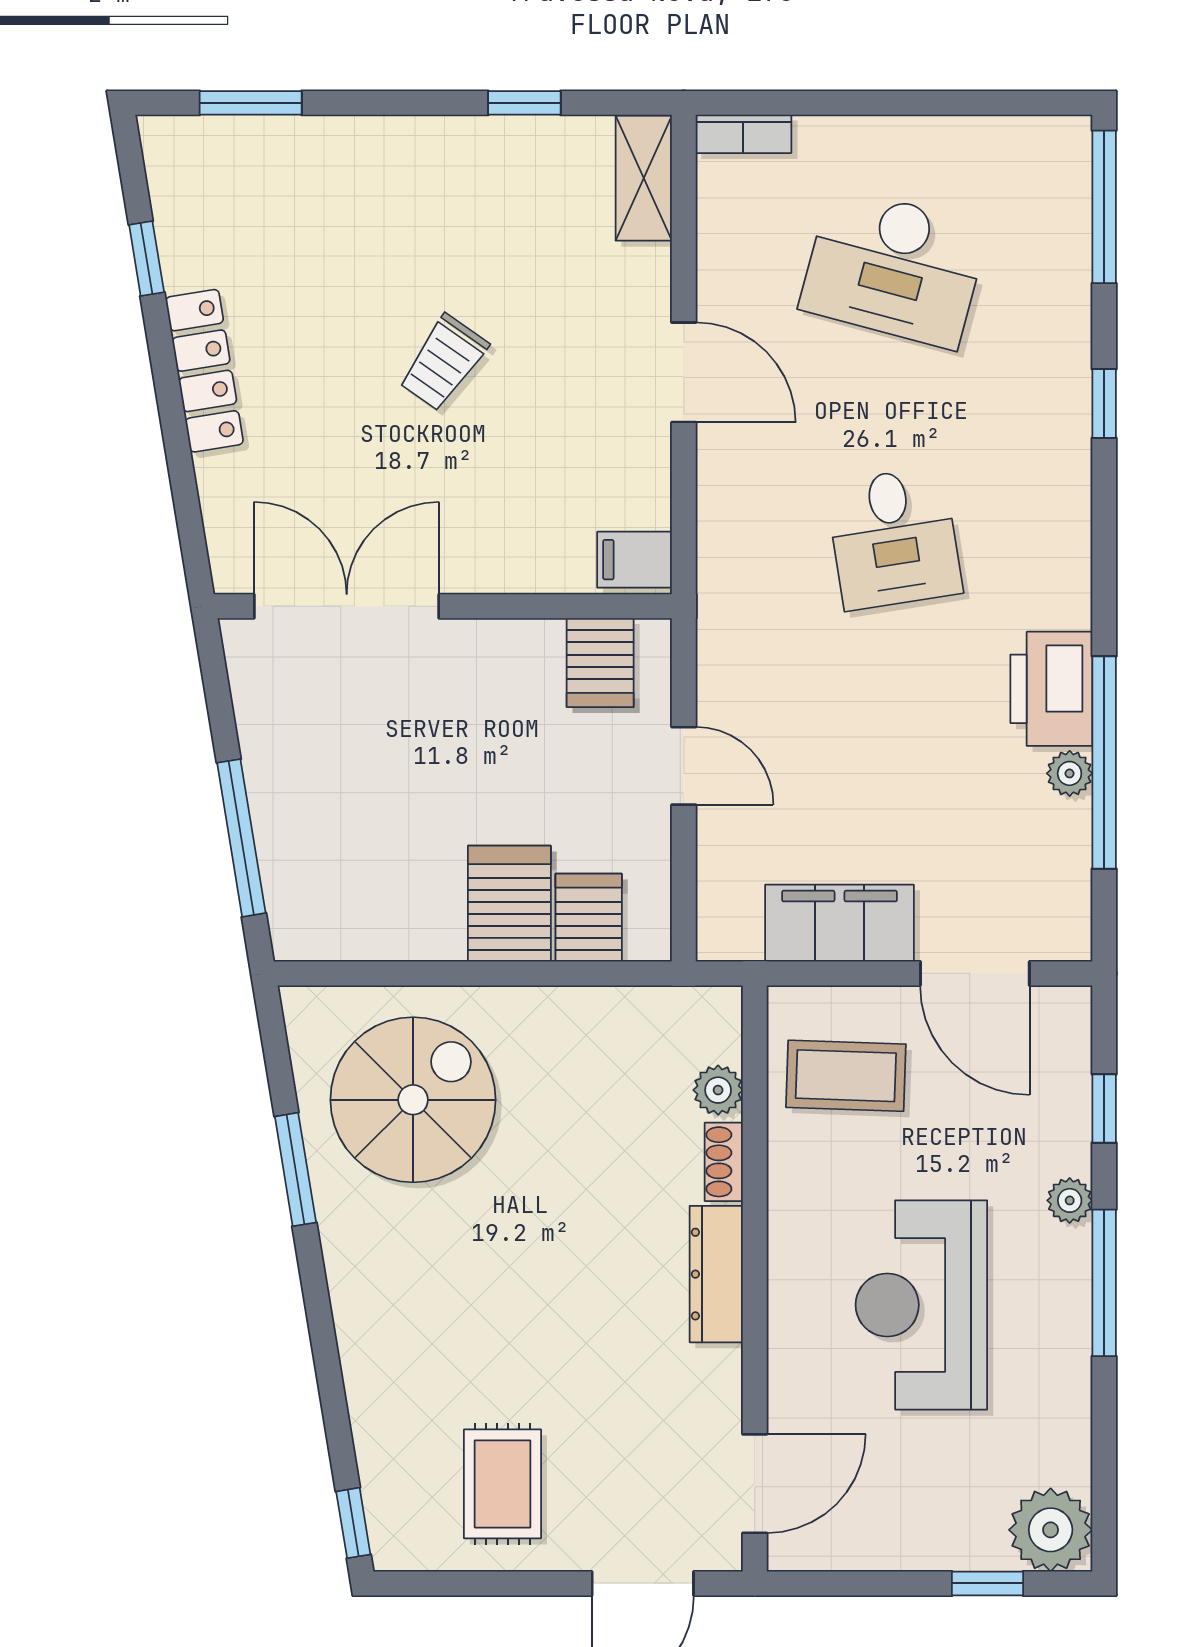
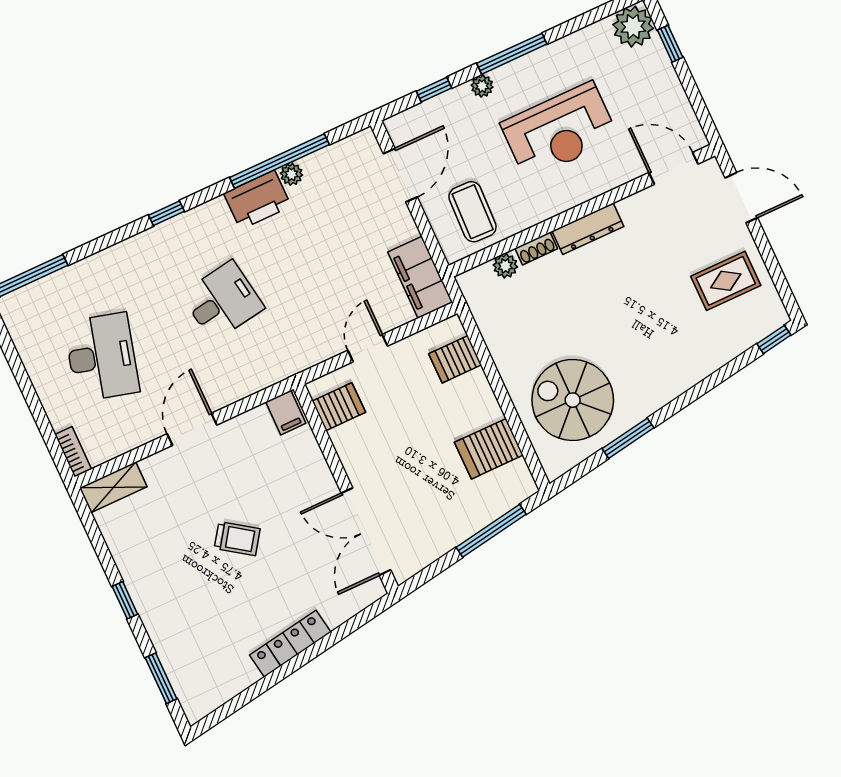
window: (524, 103) -> (125, 600), moved
window: (147, 259) -> (252, 693), removed
window: (1104, 404) -> (166, 213), moved
server rack: (509, 904) -> (489, 449), moved
filing cabinet: (840, 923) -> (420, 277), moved

